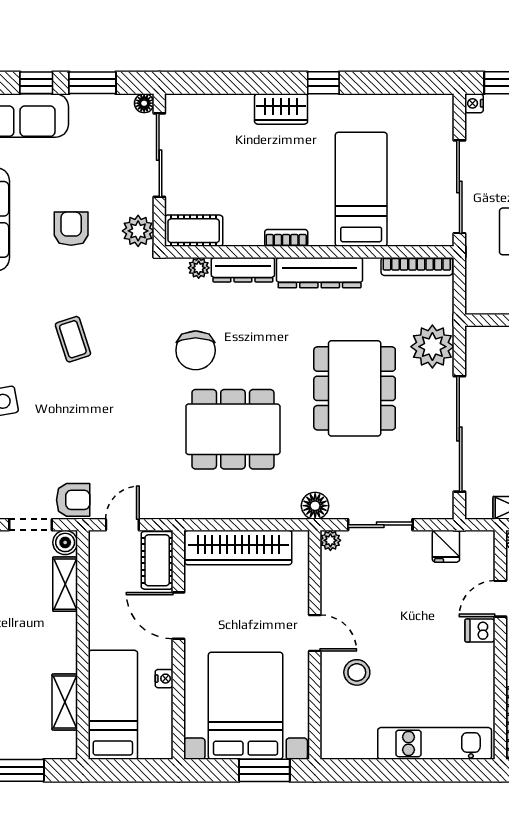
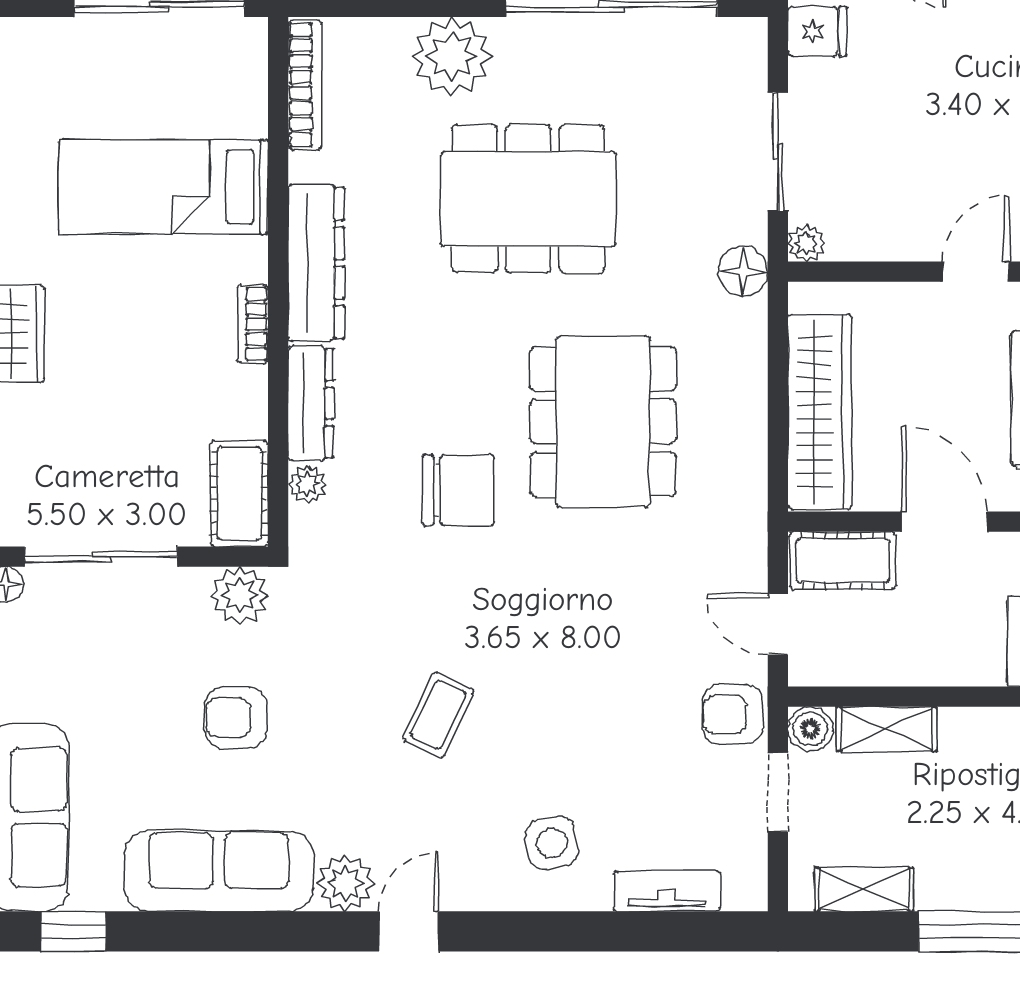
coffee table: (73, 339) -> (438, 715), turned -47
armchair: (73, 500) -> (732, 714), turned -90
door: (178, 616) -> (944, 522), swing flipped

